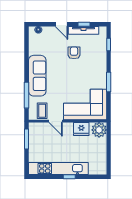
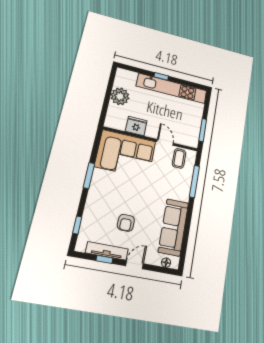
door: (62, 24) -> (135, 265), hinge flipped
sofa: (37, 76) -> (173, 227), moved
plant: (99, 130) -> (120, 96), moved

